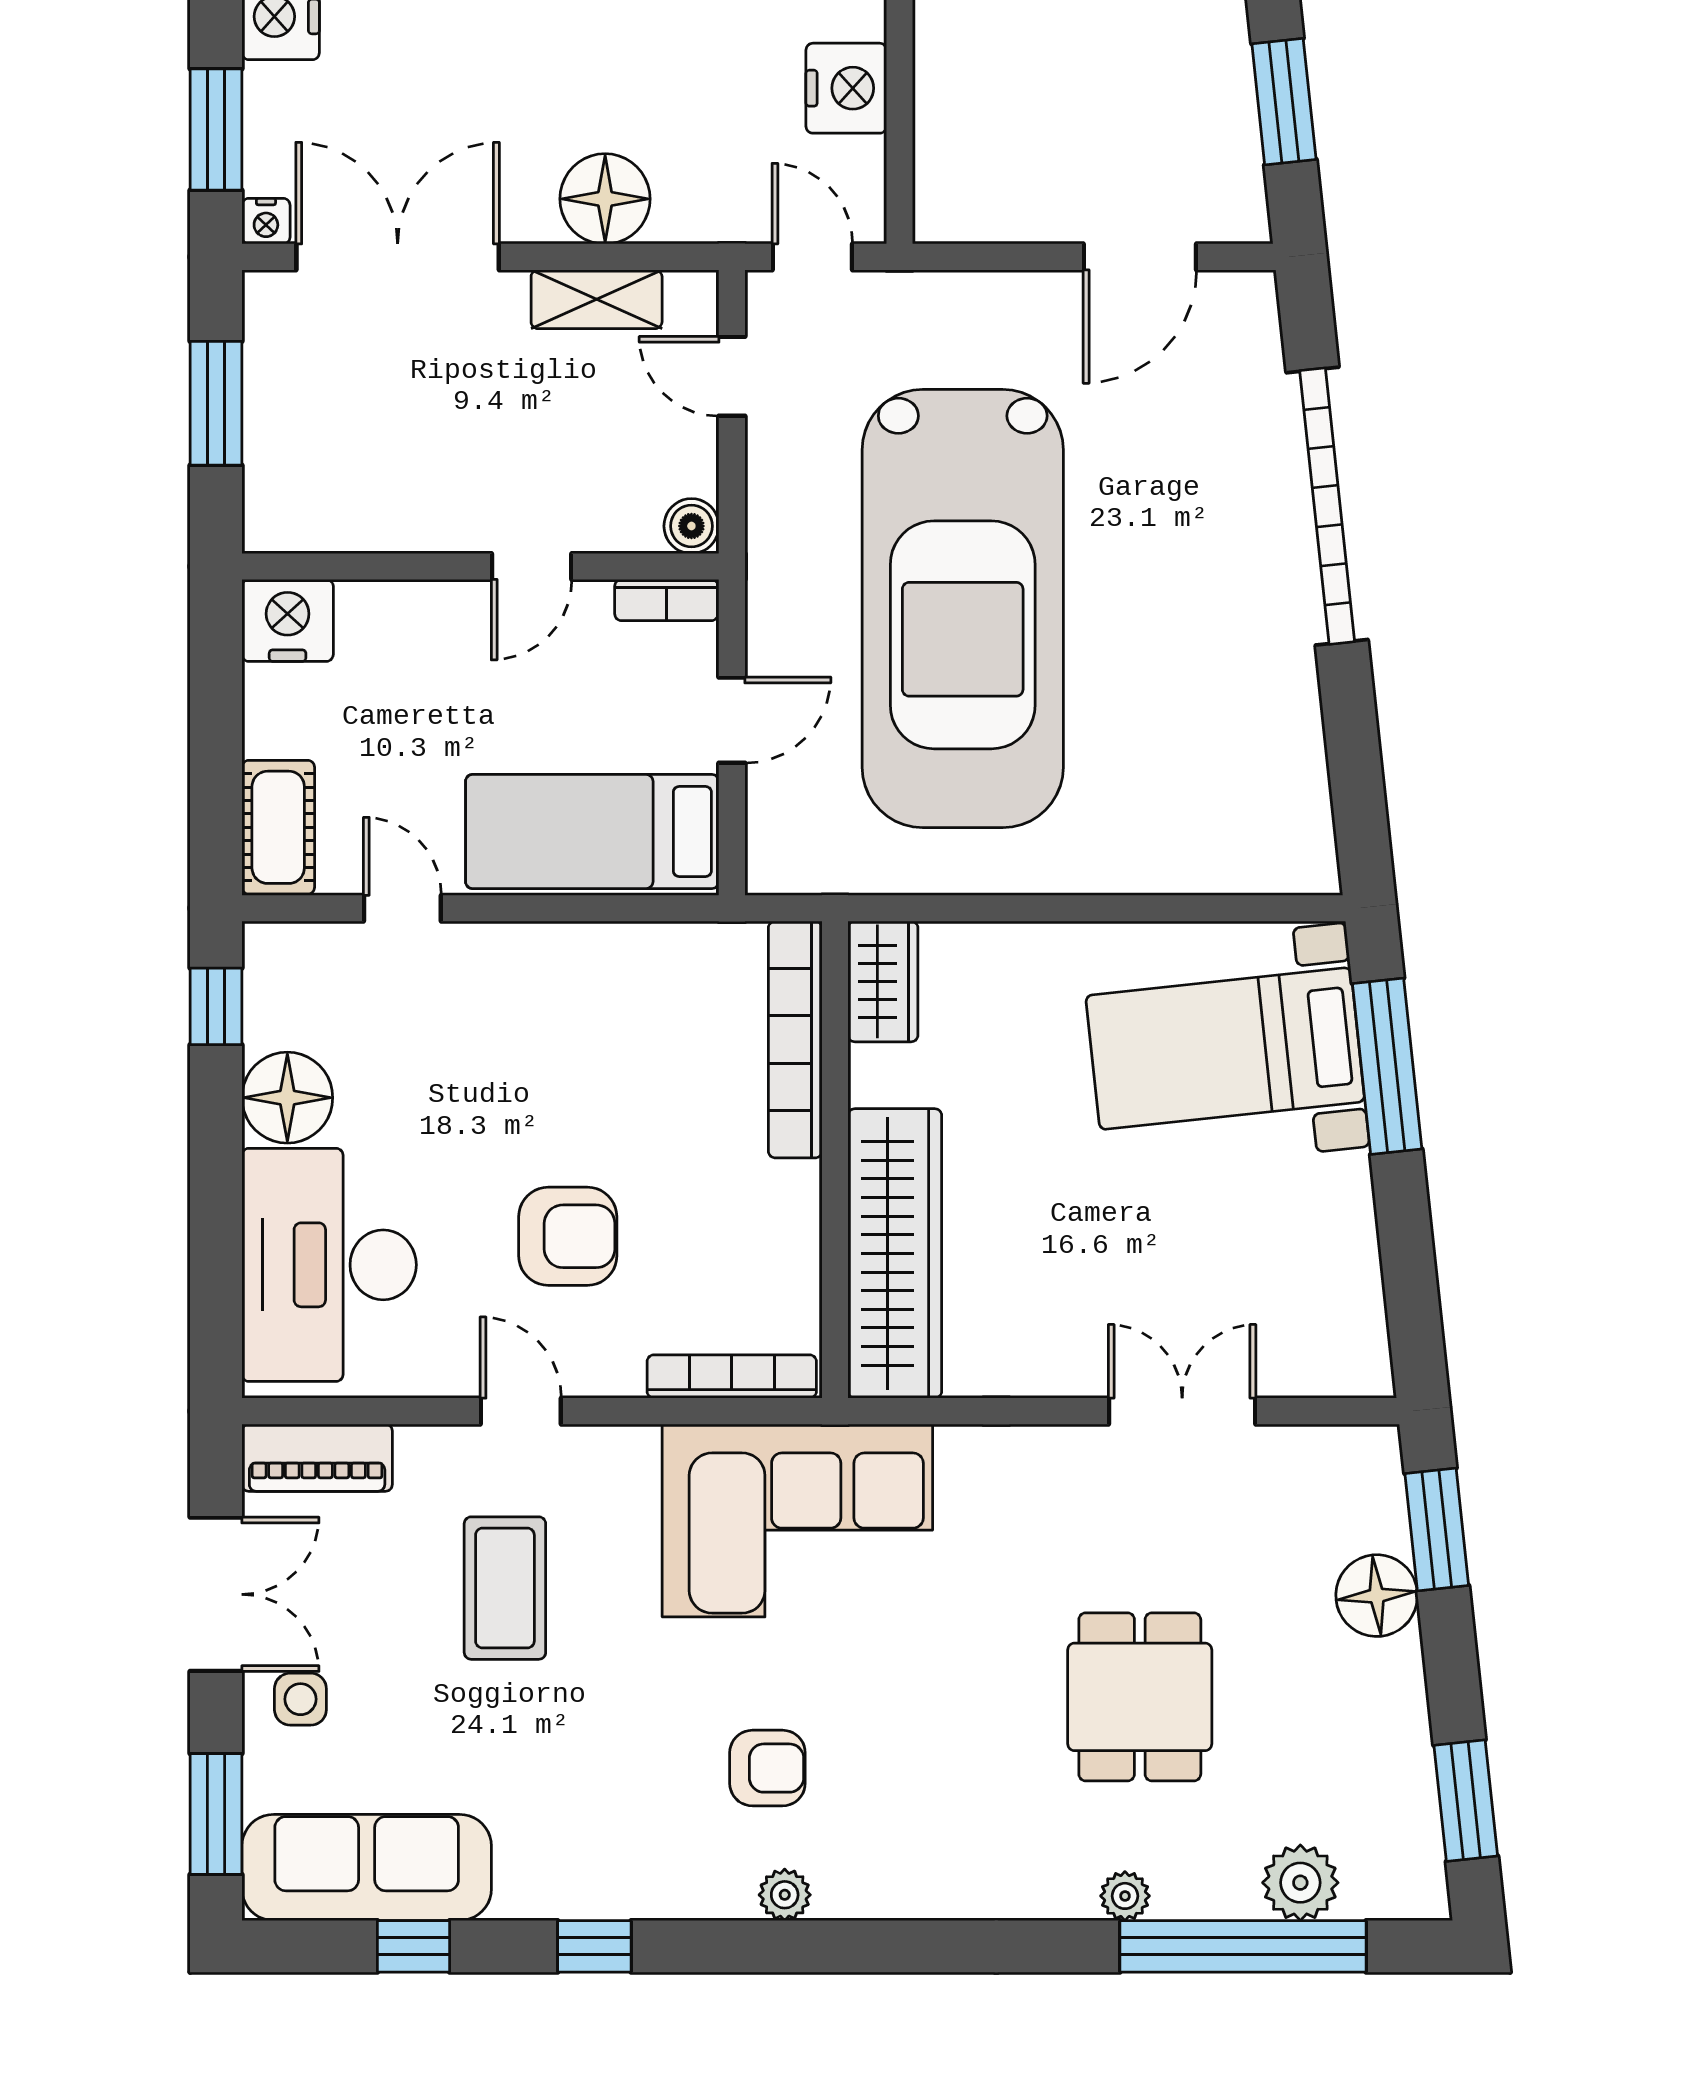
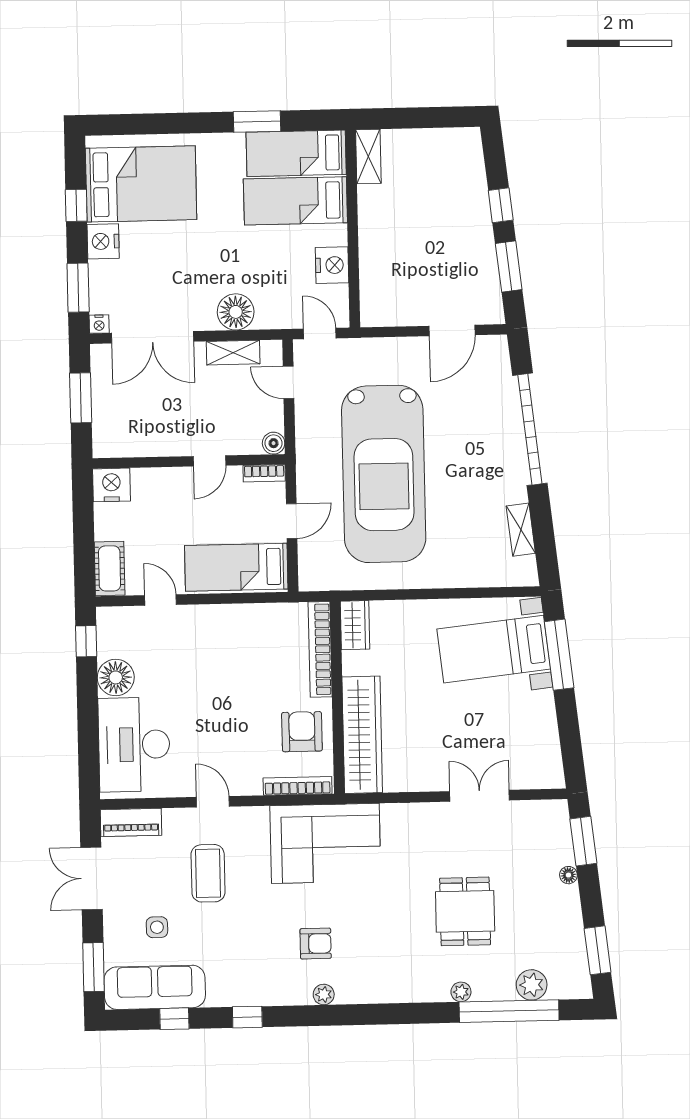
double door: (398, 257) -> (153, 337), swing flipped
shelving: (1299, 754) -> (521, 530), added
armchair: (568, 1236) -> (302, 732), moved, turned -90
double door: (216, 1594) -> (91, 878), swing flipped
floor lamp: (1377, 1596) -> (568, 875), width x0.53, depth x0.53
side table: (300, 1699) -> (157, 927), moved

